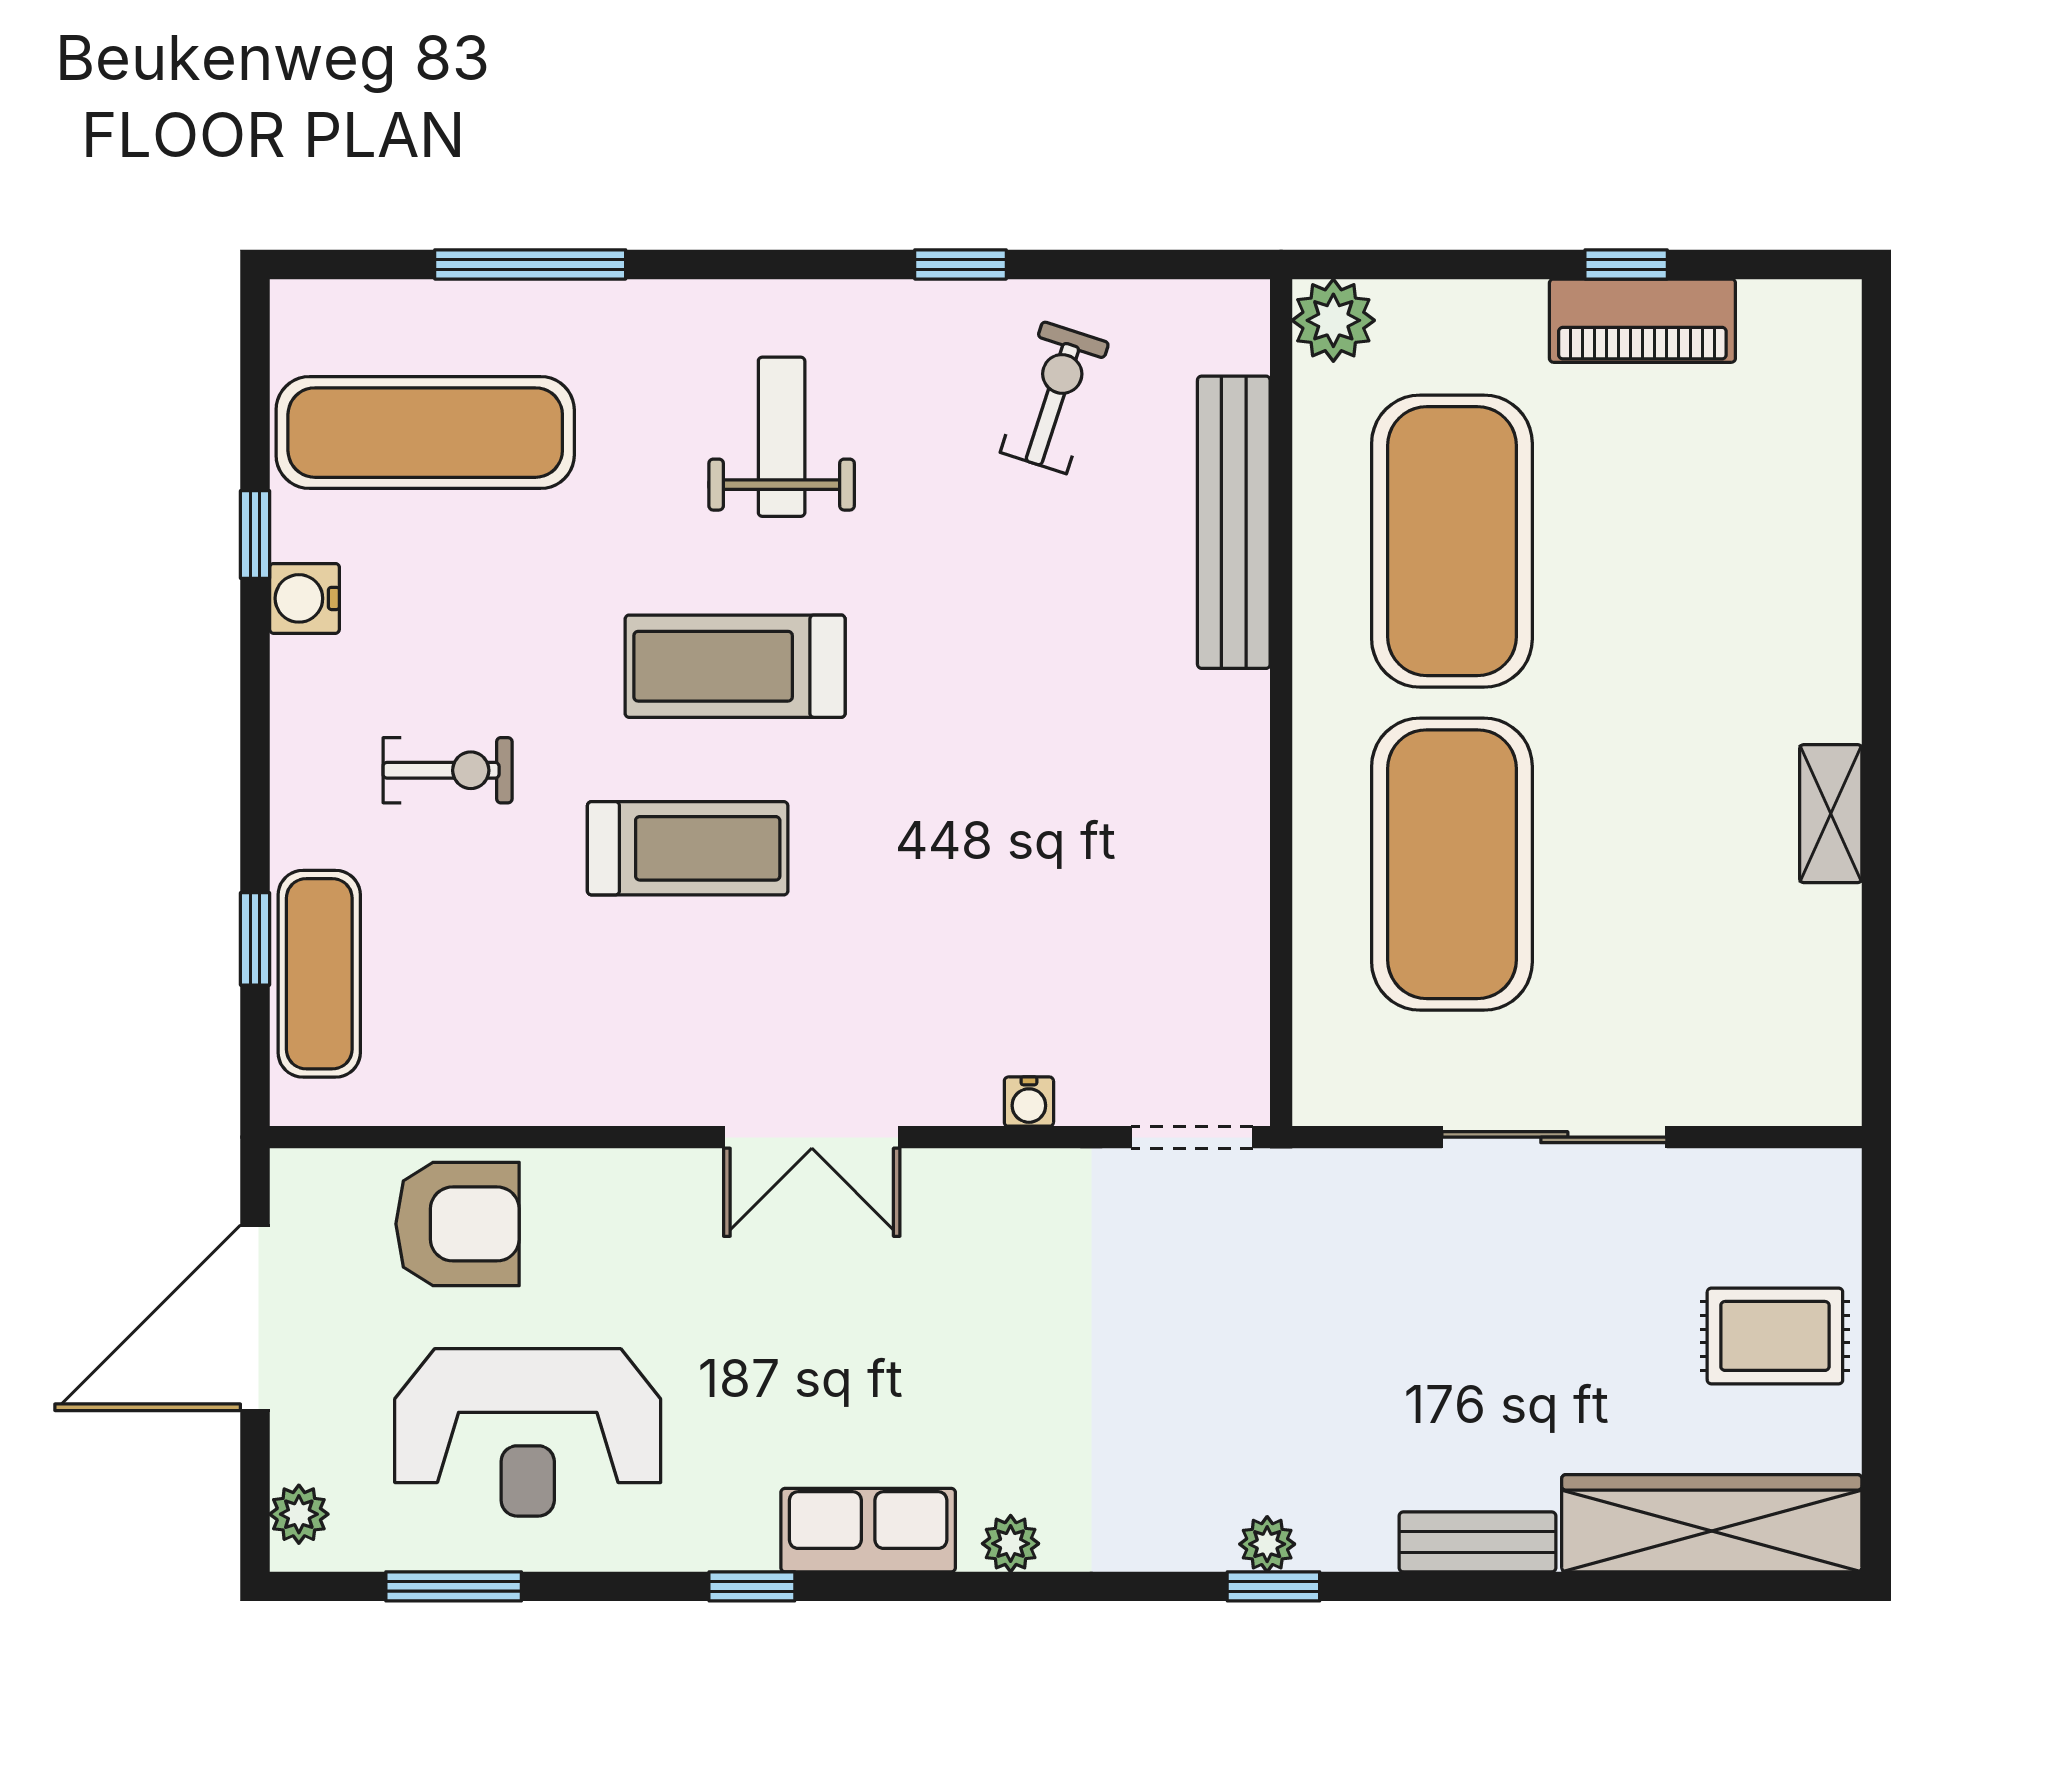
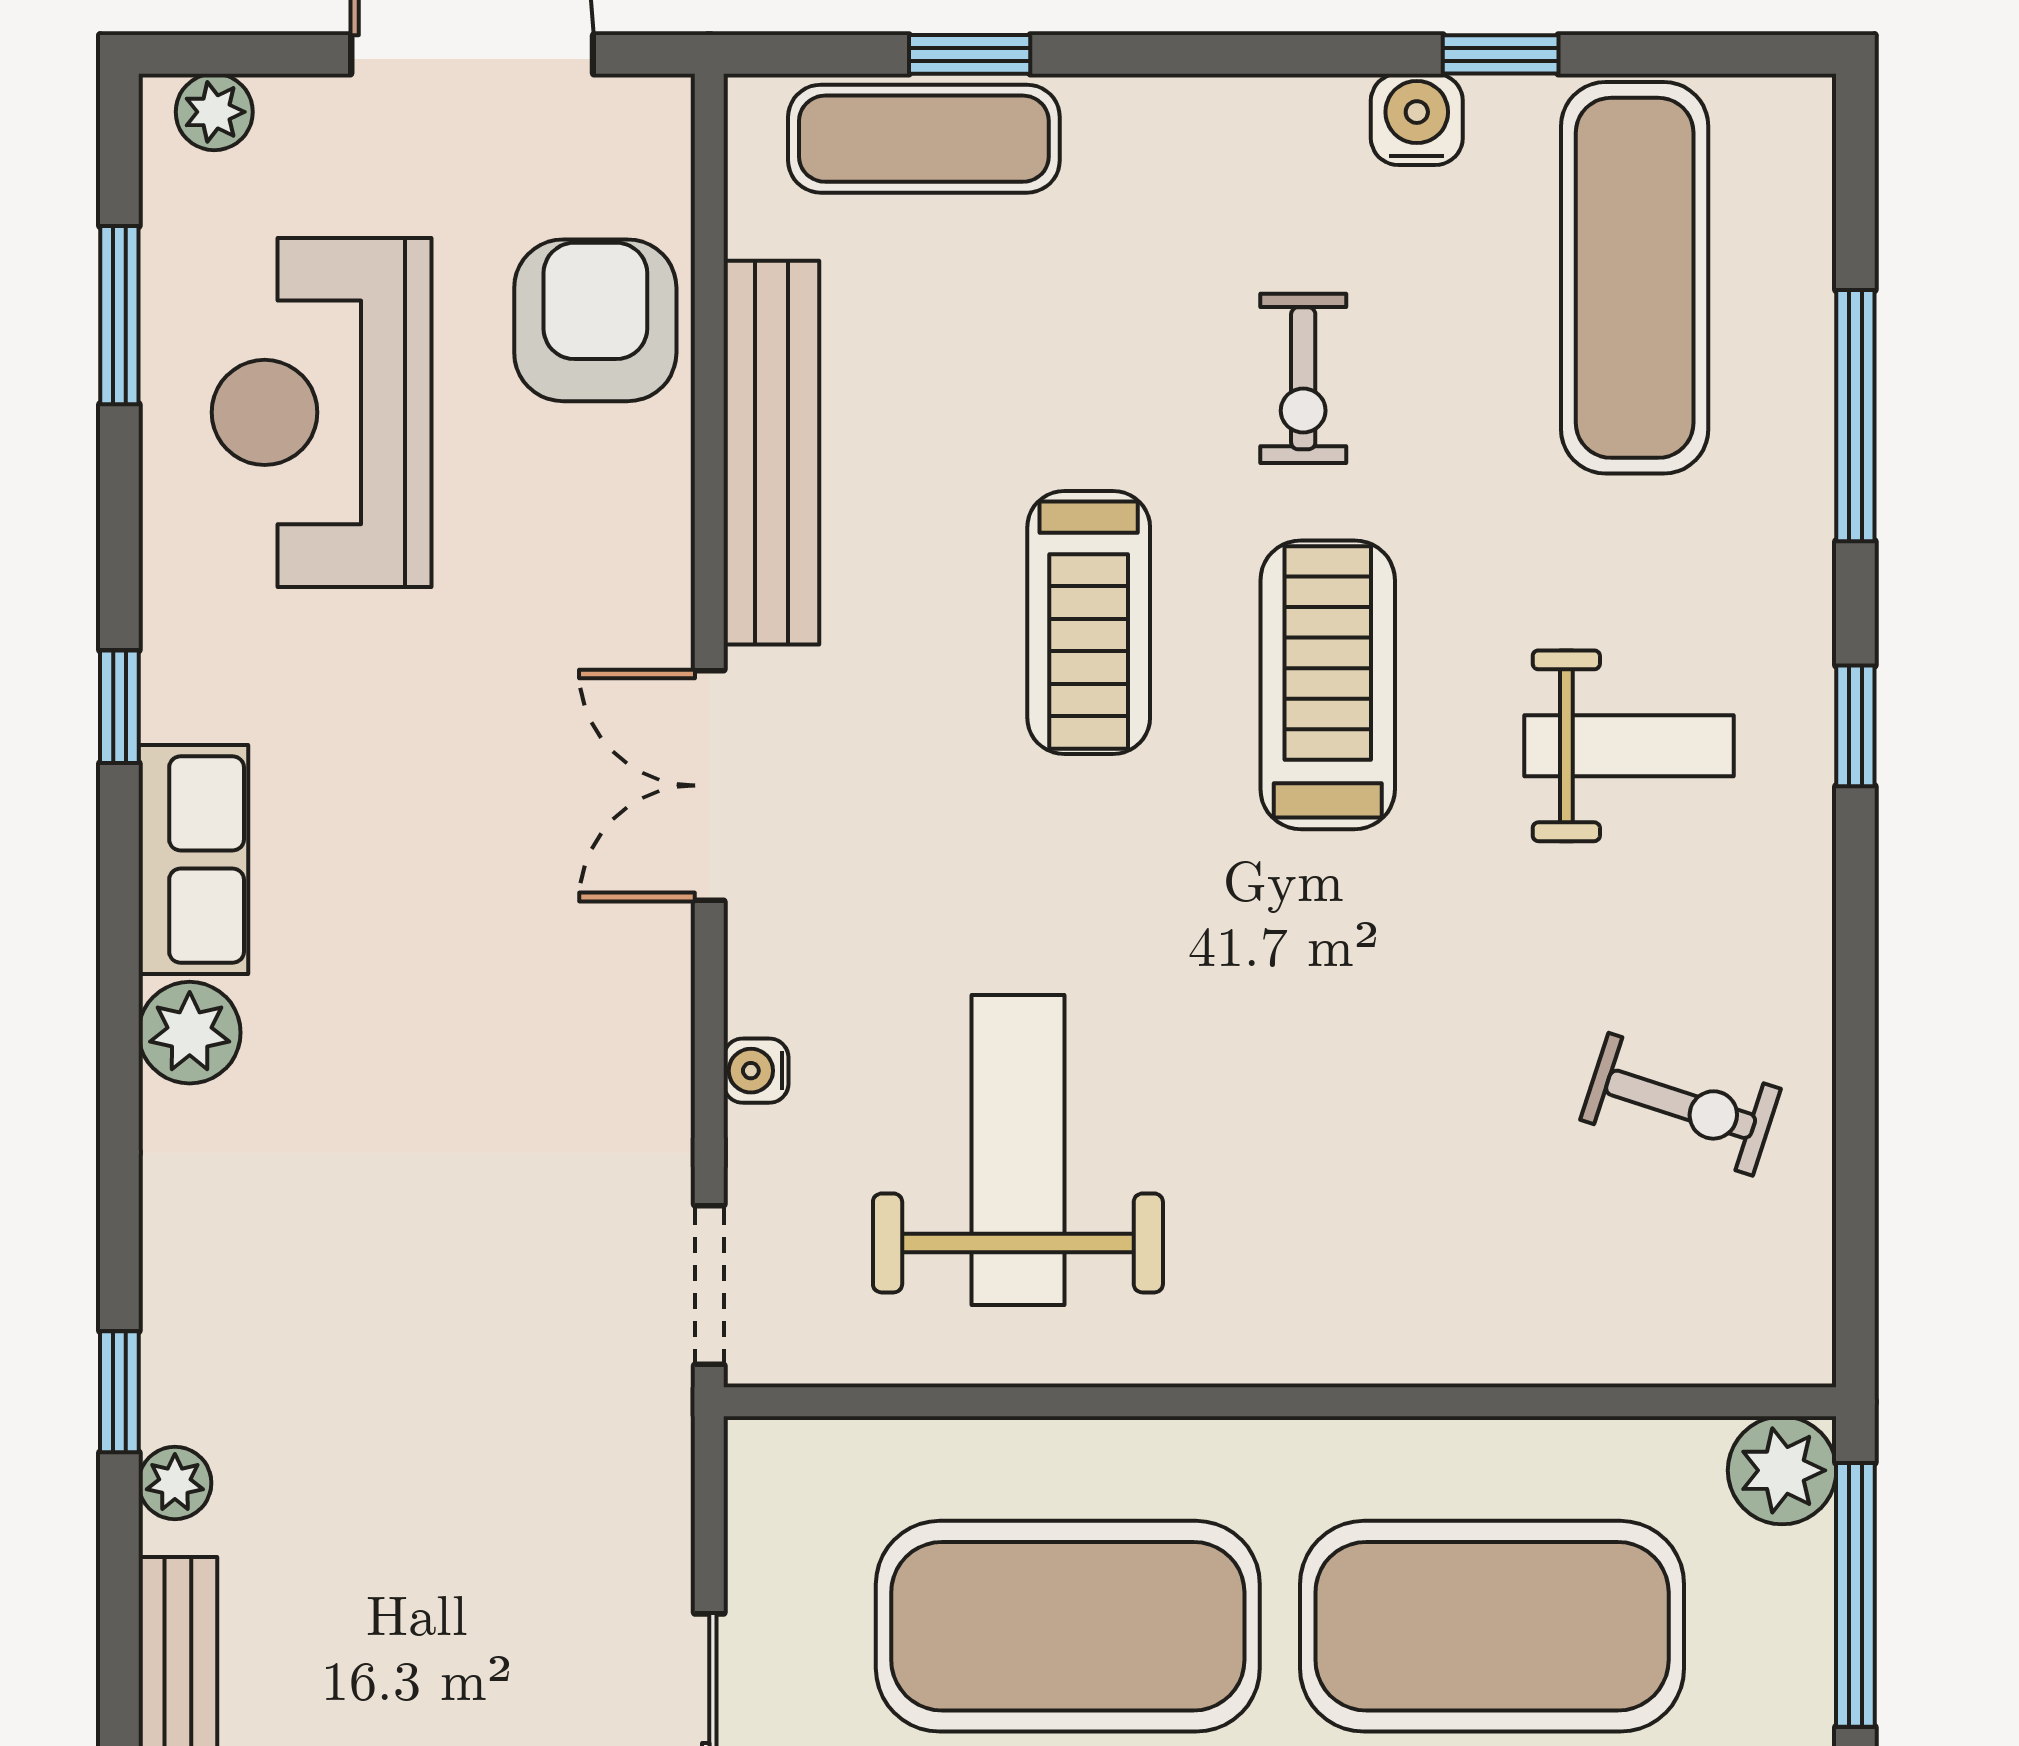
window: (960, 264) -> (1855, 726), moved
window: (1428, 264) -> (1855, 1595), added
bench: (1234, 522) -> (771, 453), moved, turned 90
exercise bike: (448, 770) -> (1303, 378), moved
weight bench: (1089, 902) -> (1018, 1150), added
armchair: (458, 1224) -> (595, 320), turned 180
plant: (1011, 1544) -> (190, 1033), width x1.38, depth x1.38
plant: (1267, 1544) -> (175, 1483), moved

